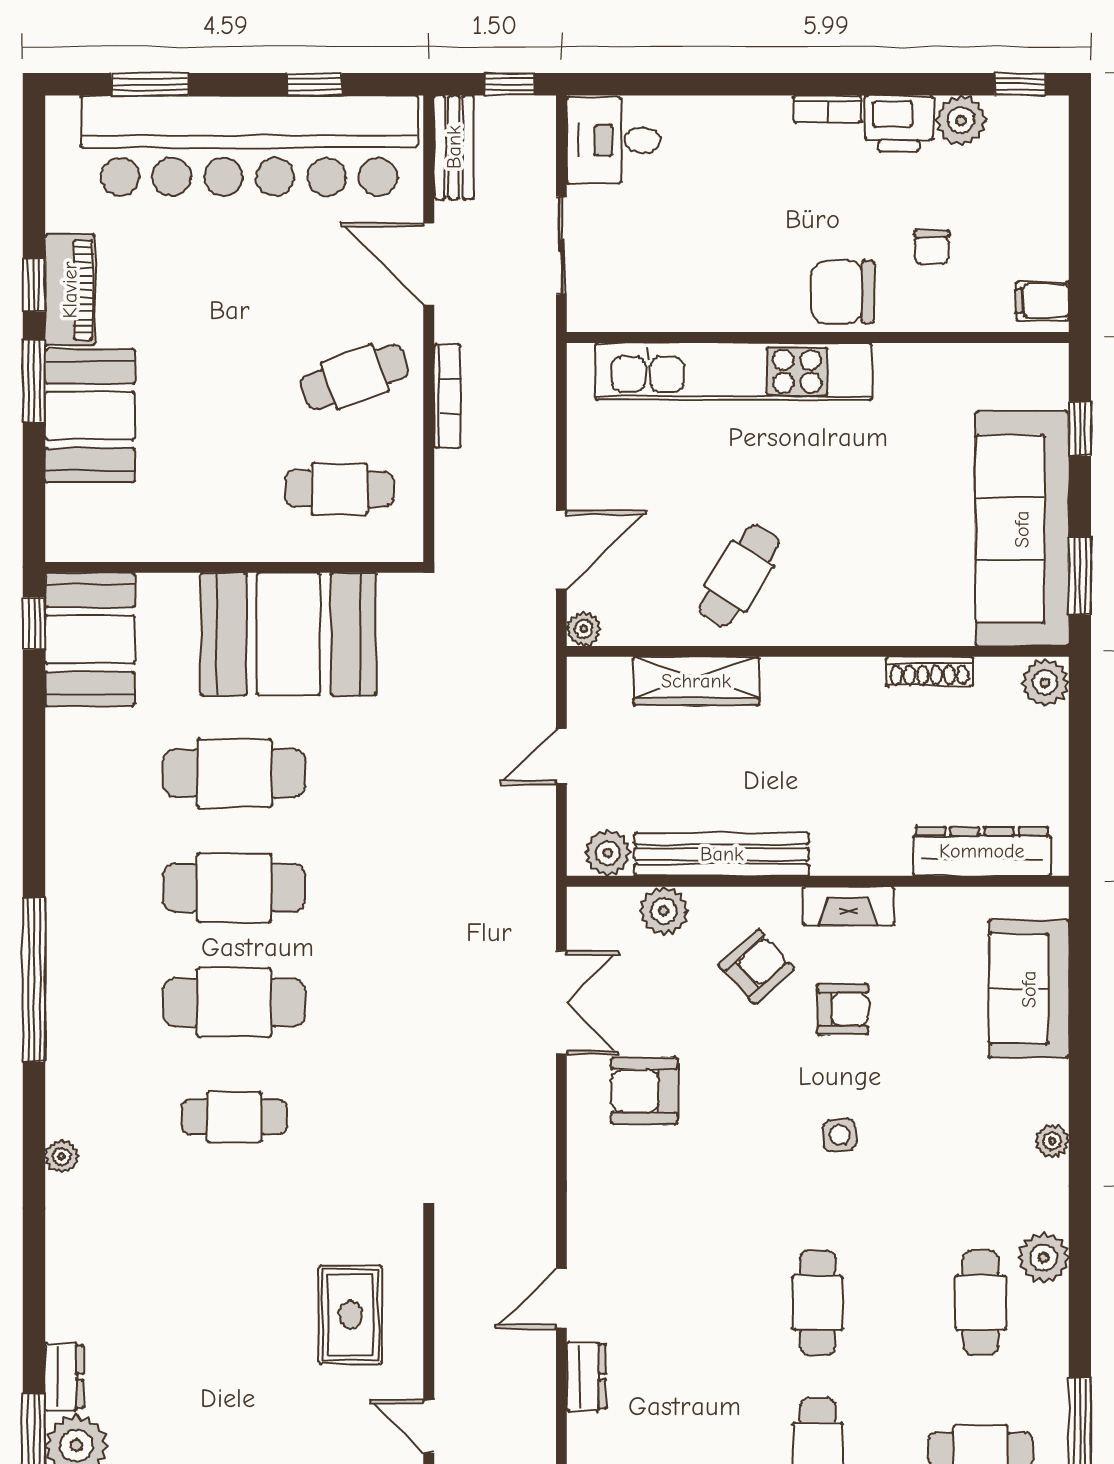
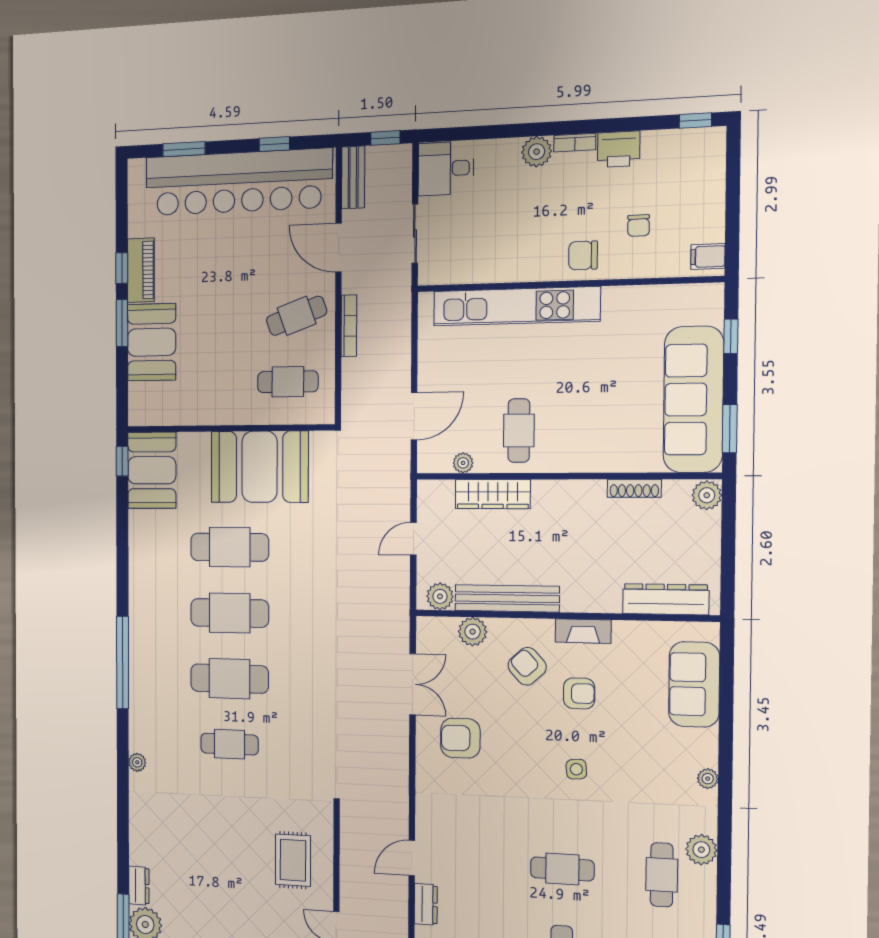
plant: (961, 120) -> (537, 152), moved
chair: (843, 292) -> (583, 255), width x0.73, depth x0.73
cafe table: (739, 576) -> (519, 431), turned -32
plant: (584, 629) -> (463, 463), moved
armchair: (756, 967) -> (527, 666), turned -90
cafe table: (818, 1303) -> (562, 869), turned 90

